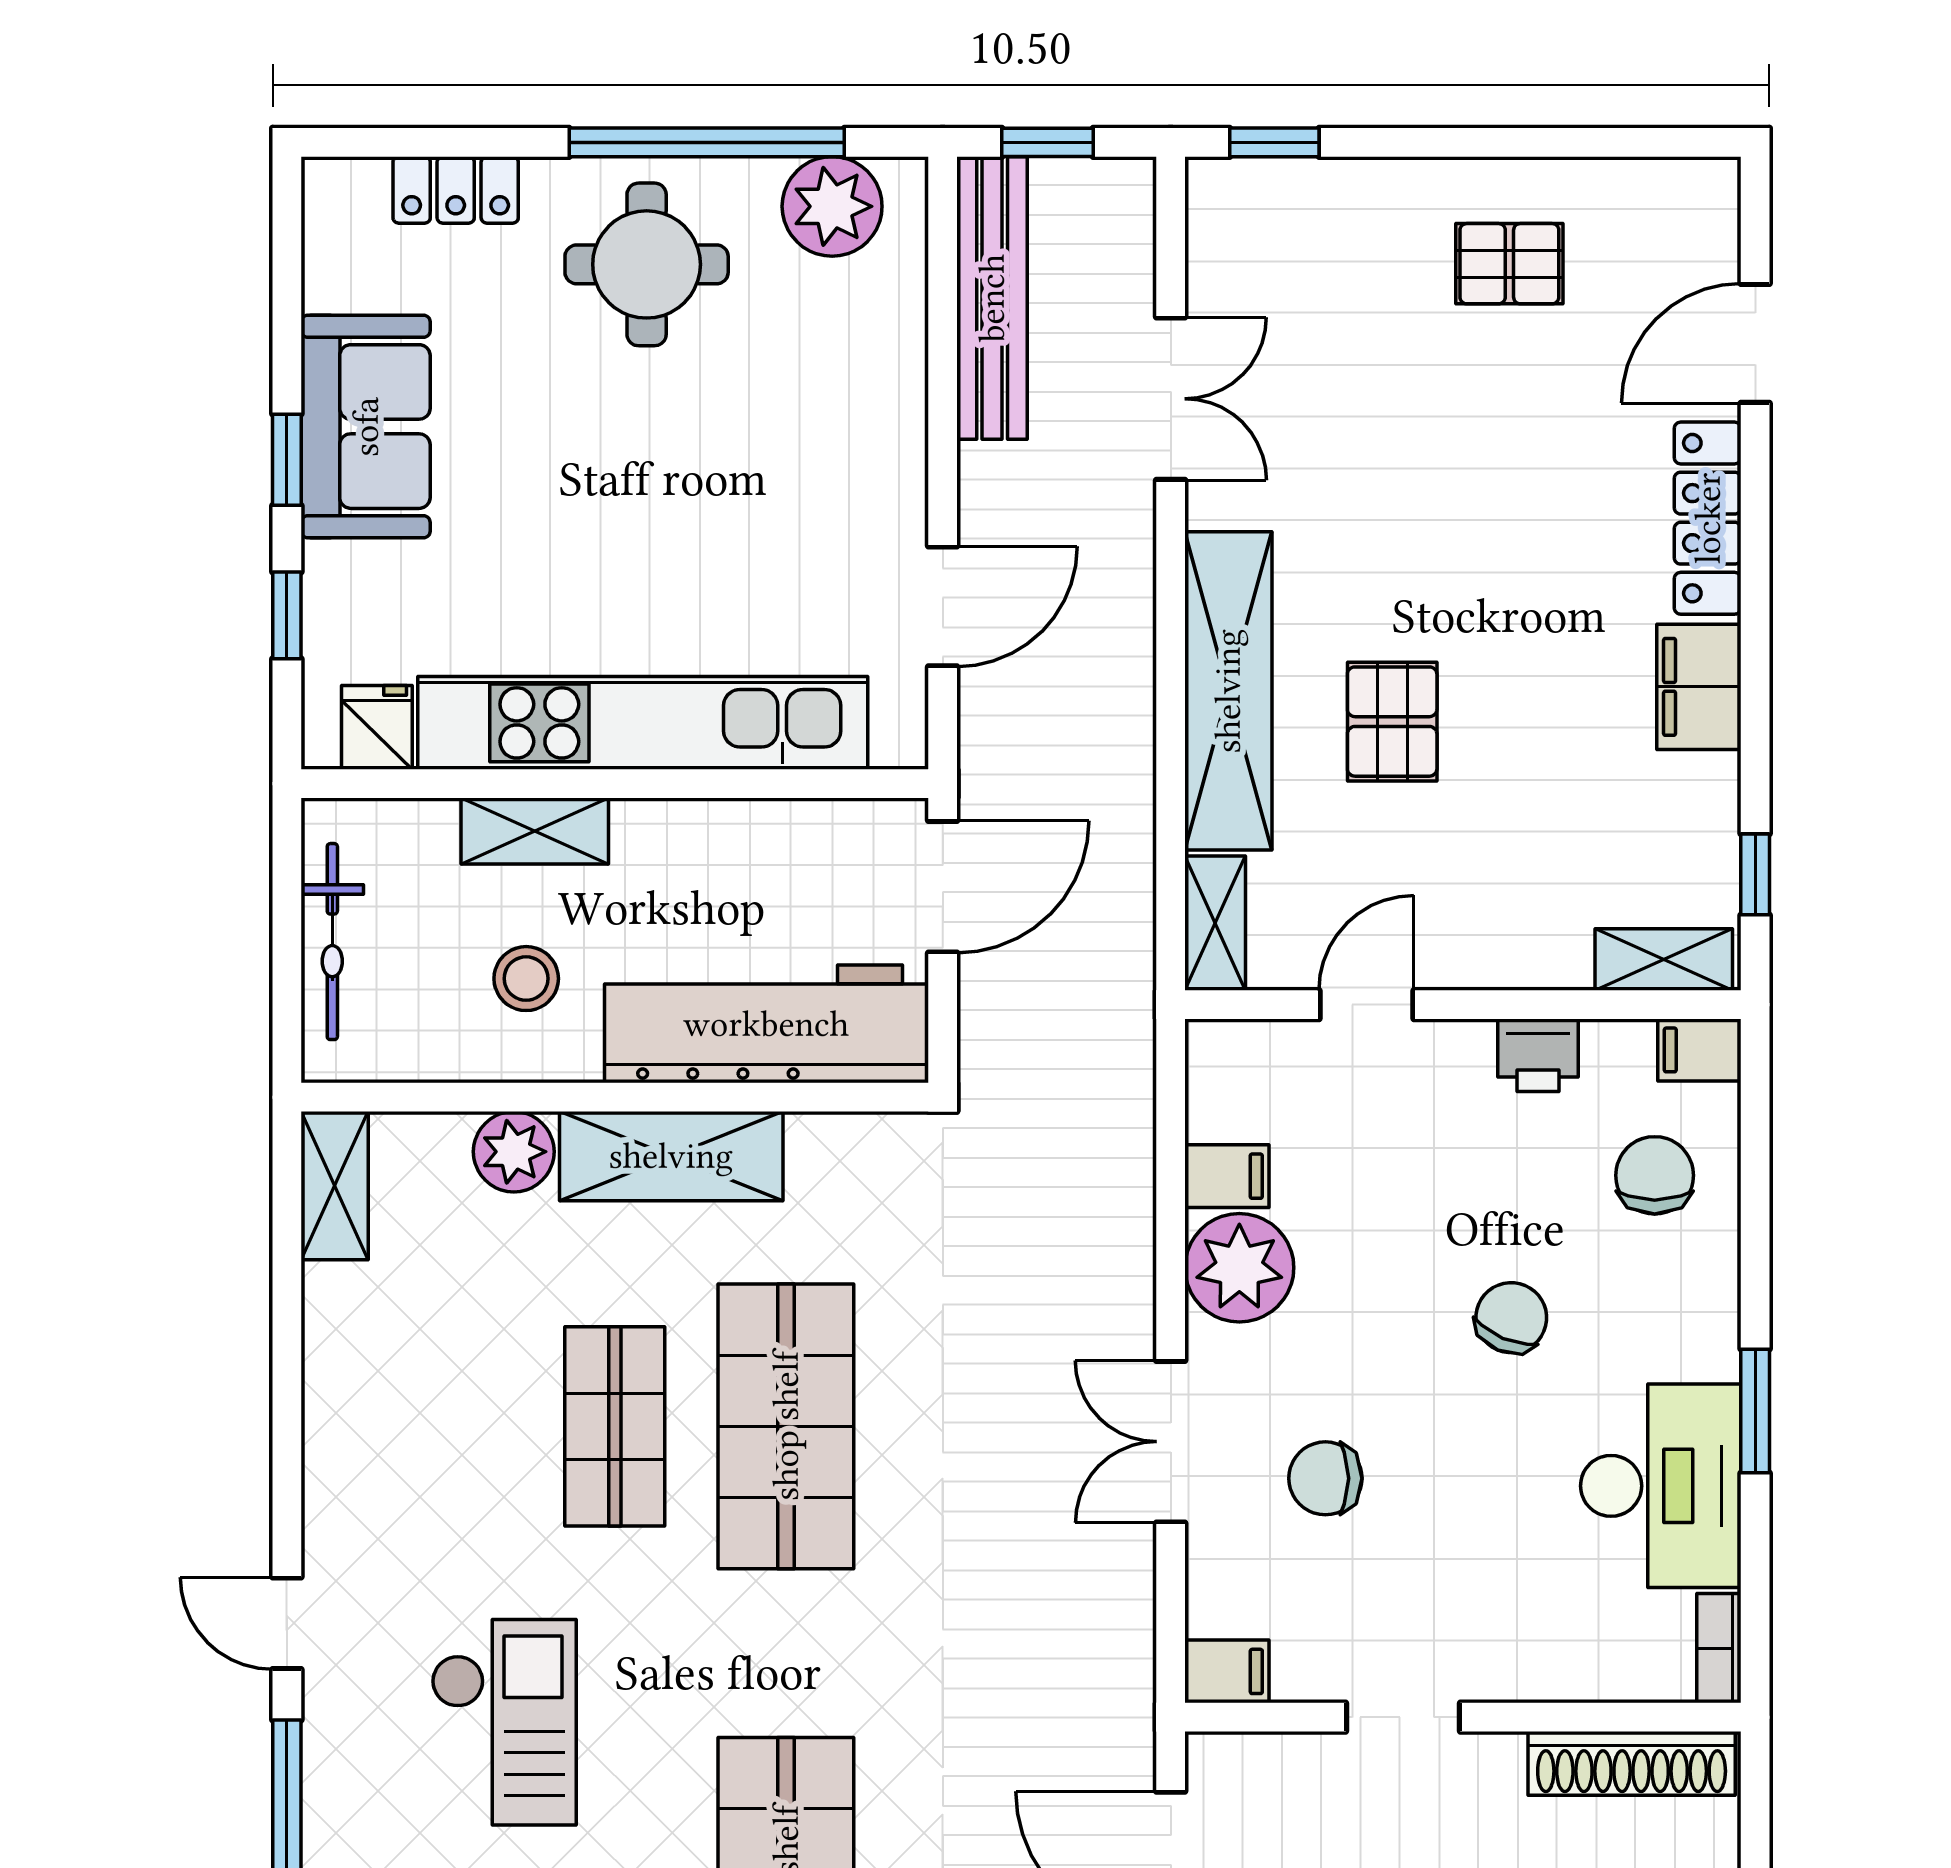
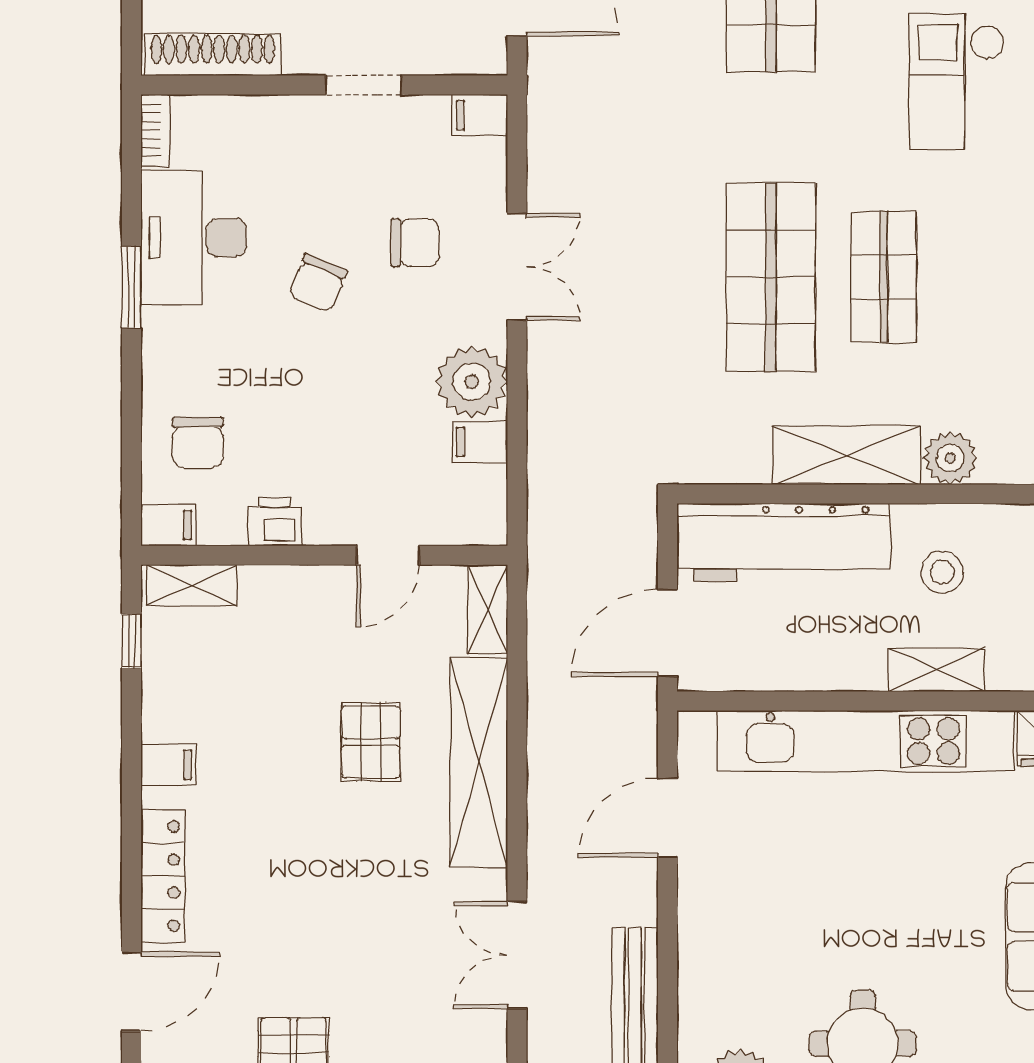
filing cabinet: (1699, 687) -> (168, 765), width x0.50
chair: (1511, 1318) -> (318, 283), moved

